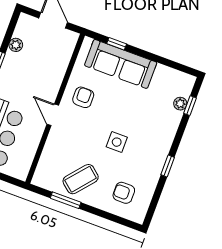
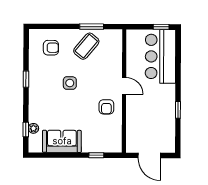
plant: (16, 45) -> (170, 127), removed
sofa: (121, 64) -> (62, 141), moved, width x0.73

